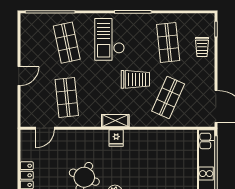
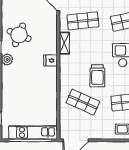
shelving: (115, 121) -> (64, 43), moved

